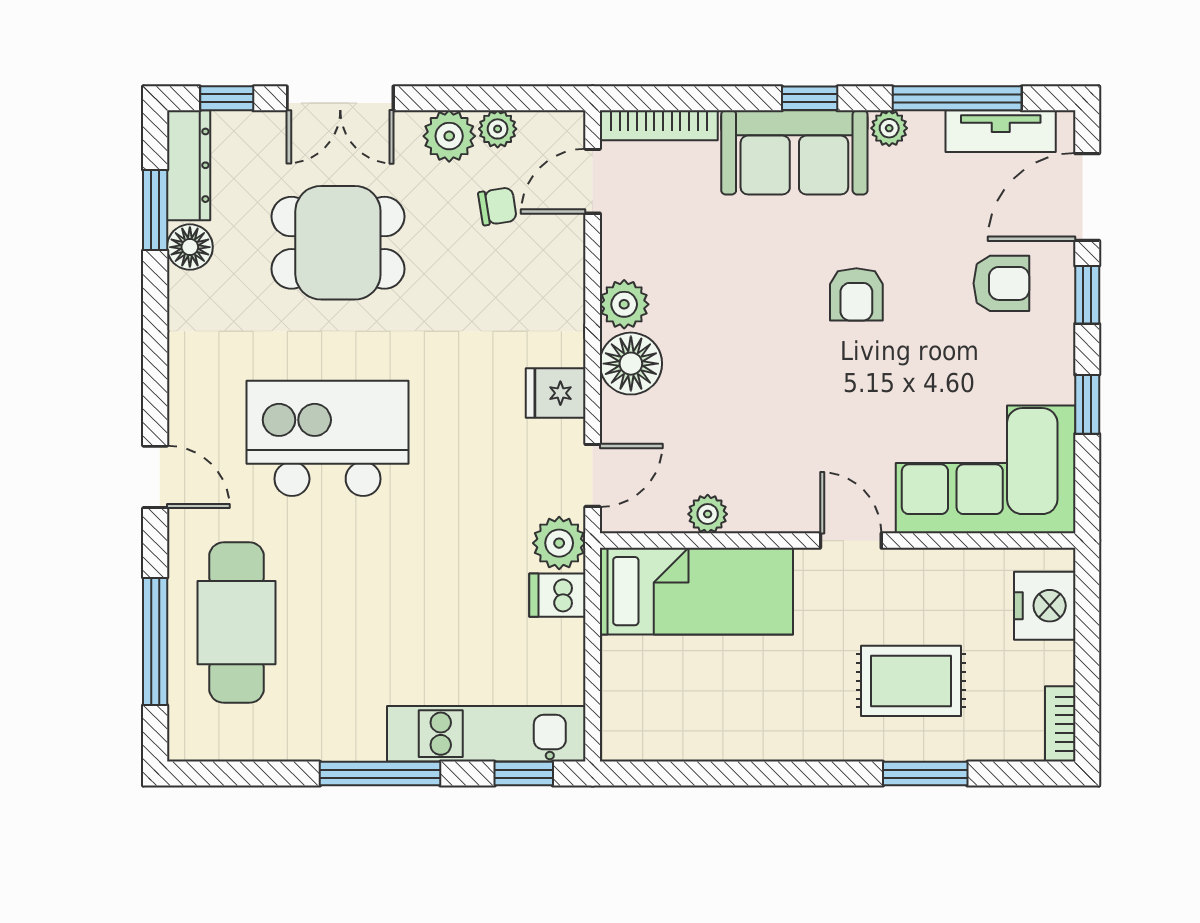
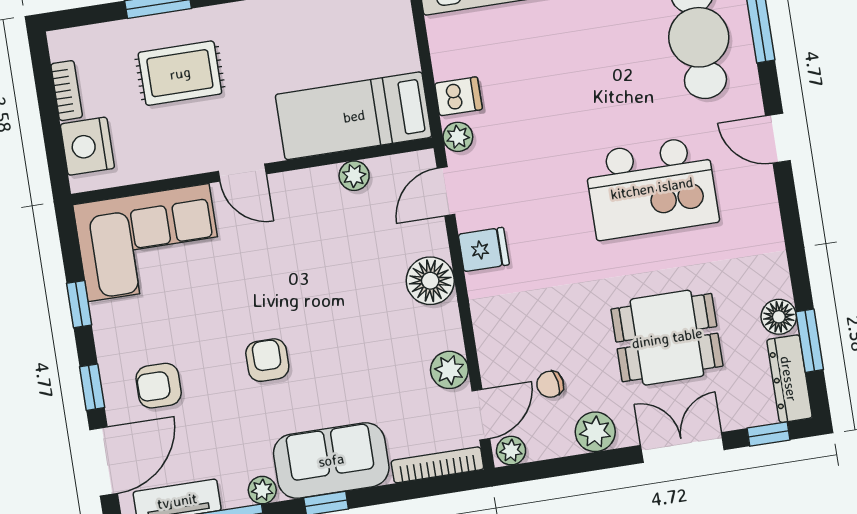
plant: (498, 129) -> (511, 451), moved
plant: (624, 304) -> (449, 370), moved
plant: (559, 543) -> (458, 137), width x0.73, depth x0.73
bookcase: (1060, 724) -> (67, 91), moved

